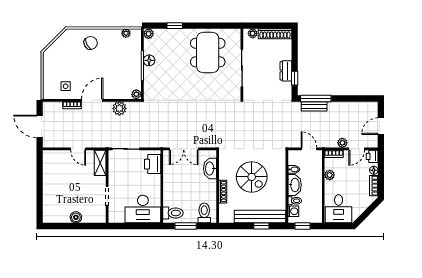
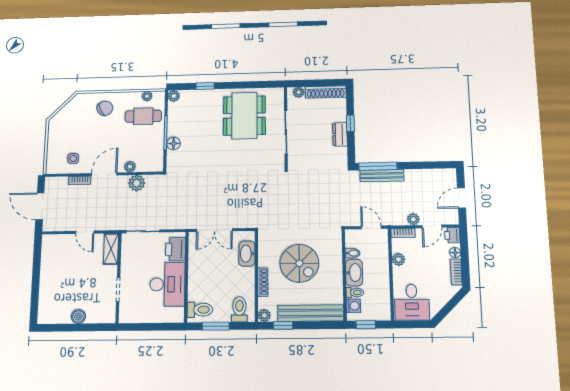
cafe table: (123, 51) -> (143, 116), added
floor lamp: (149, 60) -> (174, 143), moved
window: (295, 78) -> (350, 123), moved
plant: (136, 94) -> (130, 167), moved
bench: (314, 106) -> (382, 176), width x1.36
desk: (143, 209) -> (167, 284), moved, turned -90
plant: (224, 218) -> (264, 315), added
window: (261, 226) -> (283, 325), moved

